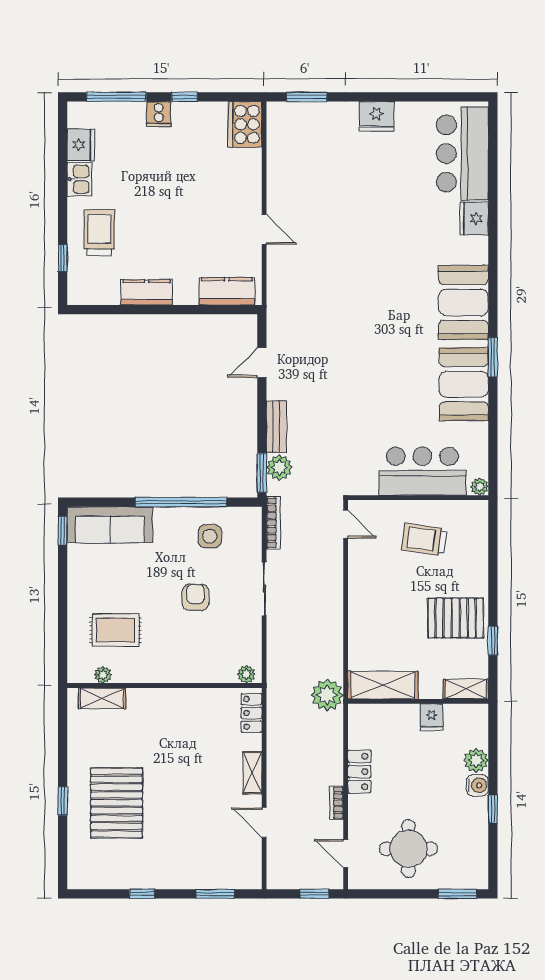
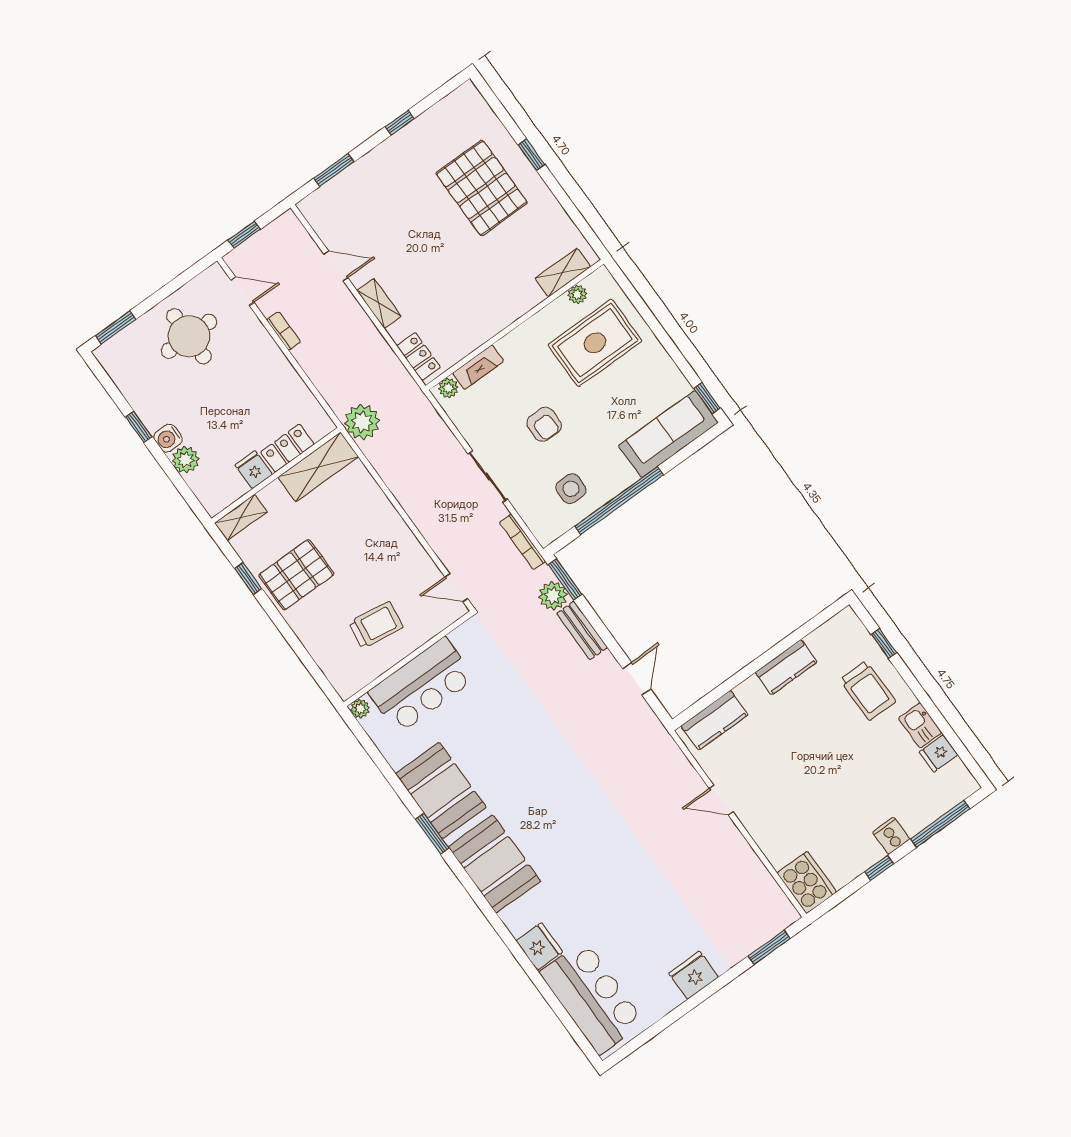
fridge: (81, 145) -> (938, 753), width x0.72
rug: (115, 630) -> (595, 343), width x1.36, depth x1.43
fireplace: (213, 674) -> (478, 367), added
locker: (359, 772) -> (287, 448), moved, turned 90

